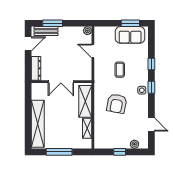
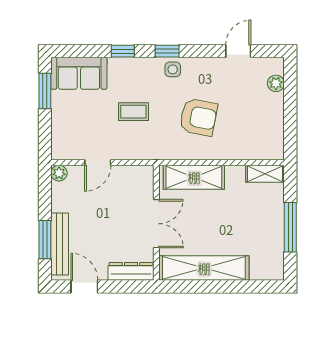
bench: (46, 31) -> (60, 244), width x1.36
sofa: (130, 35) -> (79, 73), moved, turned 90
shelving: (38, 124) -> (204, 268), moved
shelving: (87, 128) -> (265, 174), moved
window: (120, 152) -> (290, 112), removed

